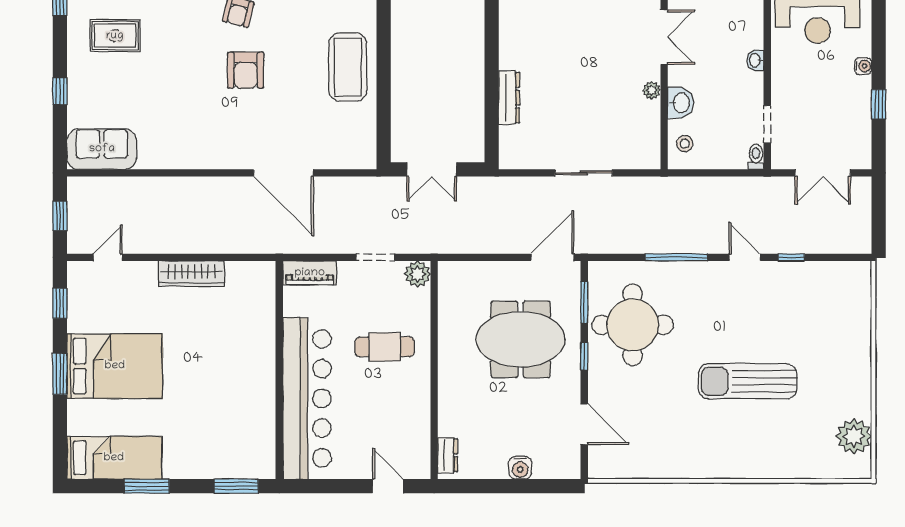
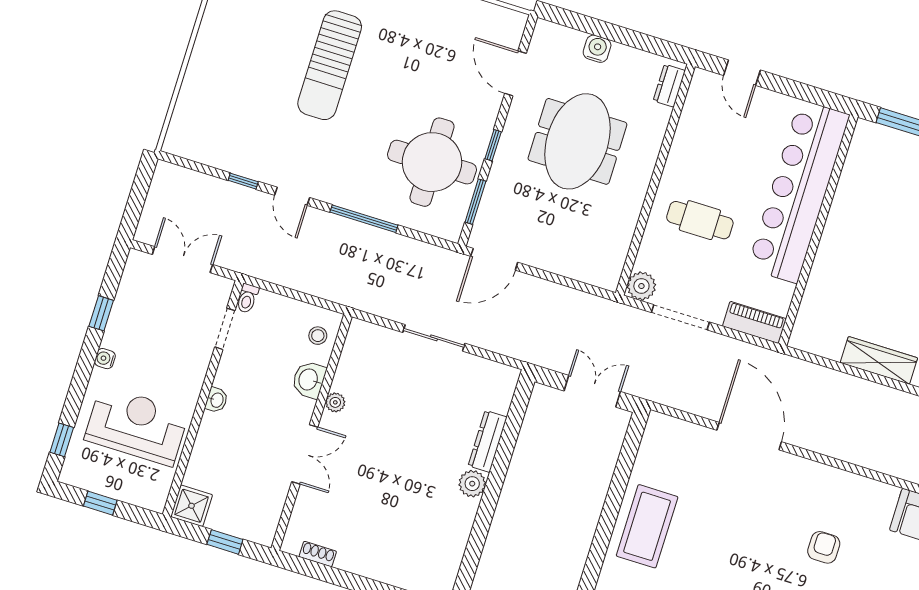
double door: (664, 37) -> (305, 454), swing flipped
plant: (511, 57) -> (472, 484), added
armchair: (246, 70) -> (824, 547), moved, width x0.72, depth x0.72
doorway: (375, 257) -> (680, 317), width x1.38
meeting table: (521, 339) -> (577, 141), moved, turned 90
sun lounger: (748, 381) -> (330, 65), turned 90

